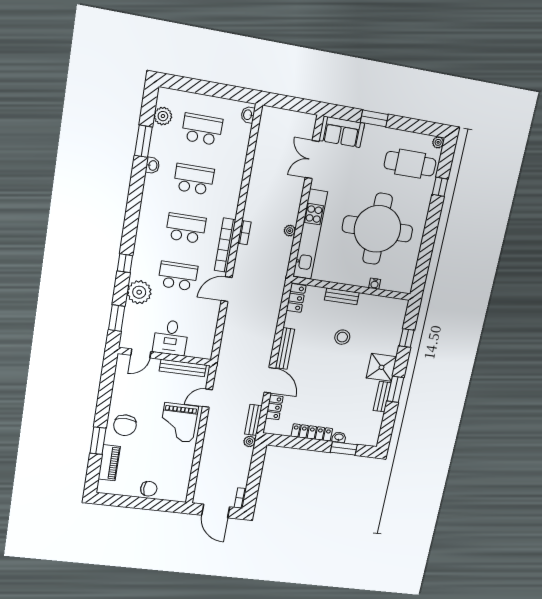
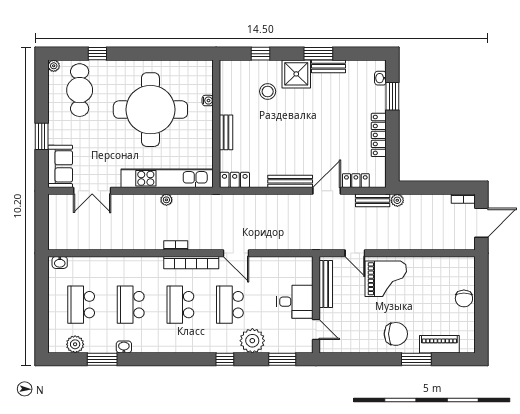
stool: (342, 337) -> (268, 91), moved
washbasin: (339, 437) -> (380, 78), moved
chair: (149, 489) -> (464, 298), turned 180

